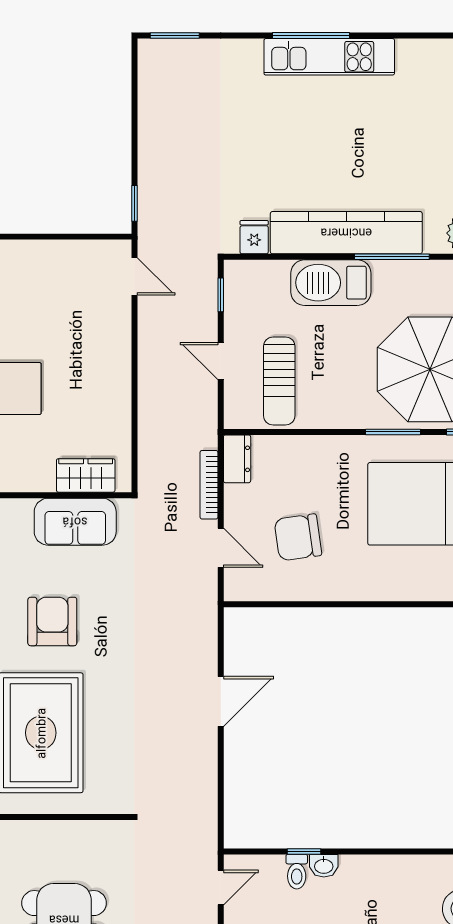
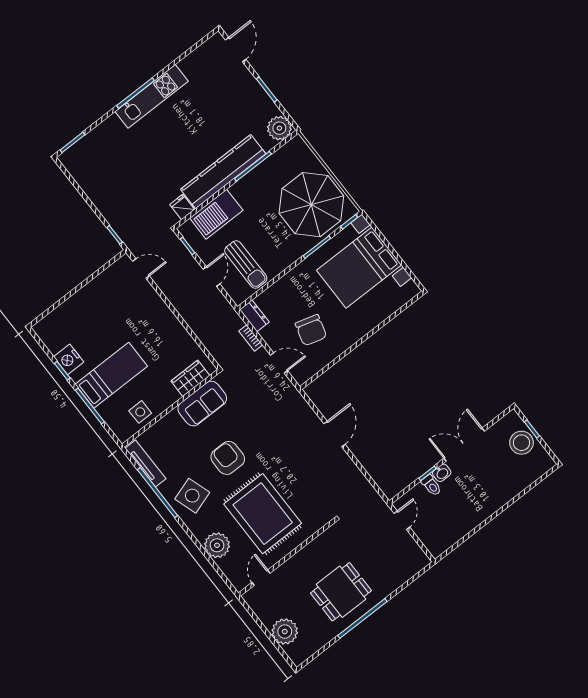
barbecue: (331, 283) -> (216, 214), moved
door: (221, 361) -> (211, 276), swing flipped
bookcase: (209, 485) -> (251, 338), width x0.64
chair: (298, 537) -> (311, 330), turned -66
double door: (383, 851) -> (464, 445), added

